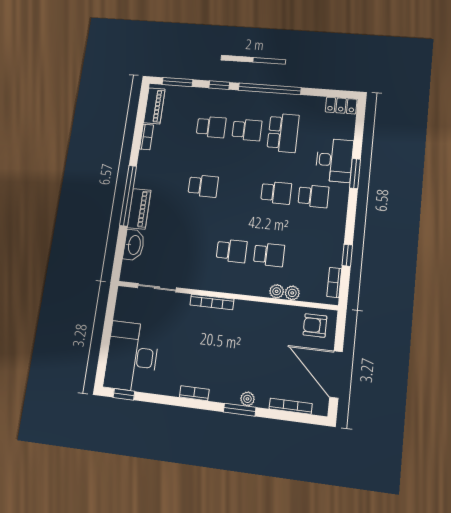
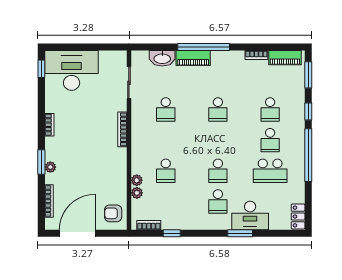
school desk: (232, 251) -> (166, 109), moved
armchair: (315, 325) -> (113, 213), turned -90

